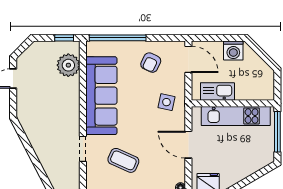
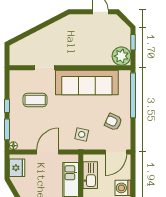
window: (64, 38) -> (133, 42), moved
plant: (68, 65) -> (121, 56), moved
coffee table: (123, 160) -> (35, 100), turned 66

